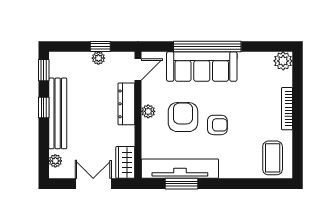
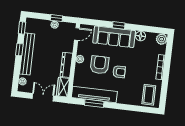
window: (207, 46) -> (119, 25), width x0.32
floor lamp: (247, 60) -> (141, 36), added
dresser: (126, 104) -> (66, 65), moved

